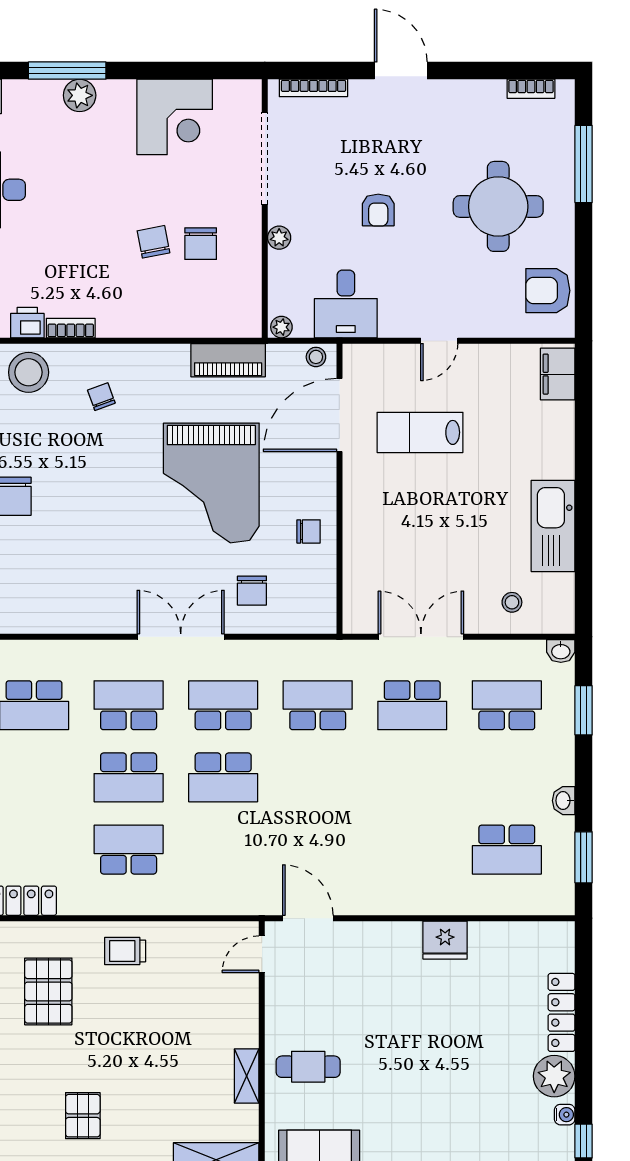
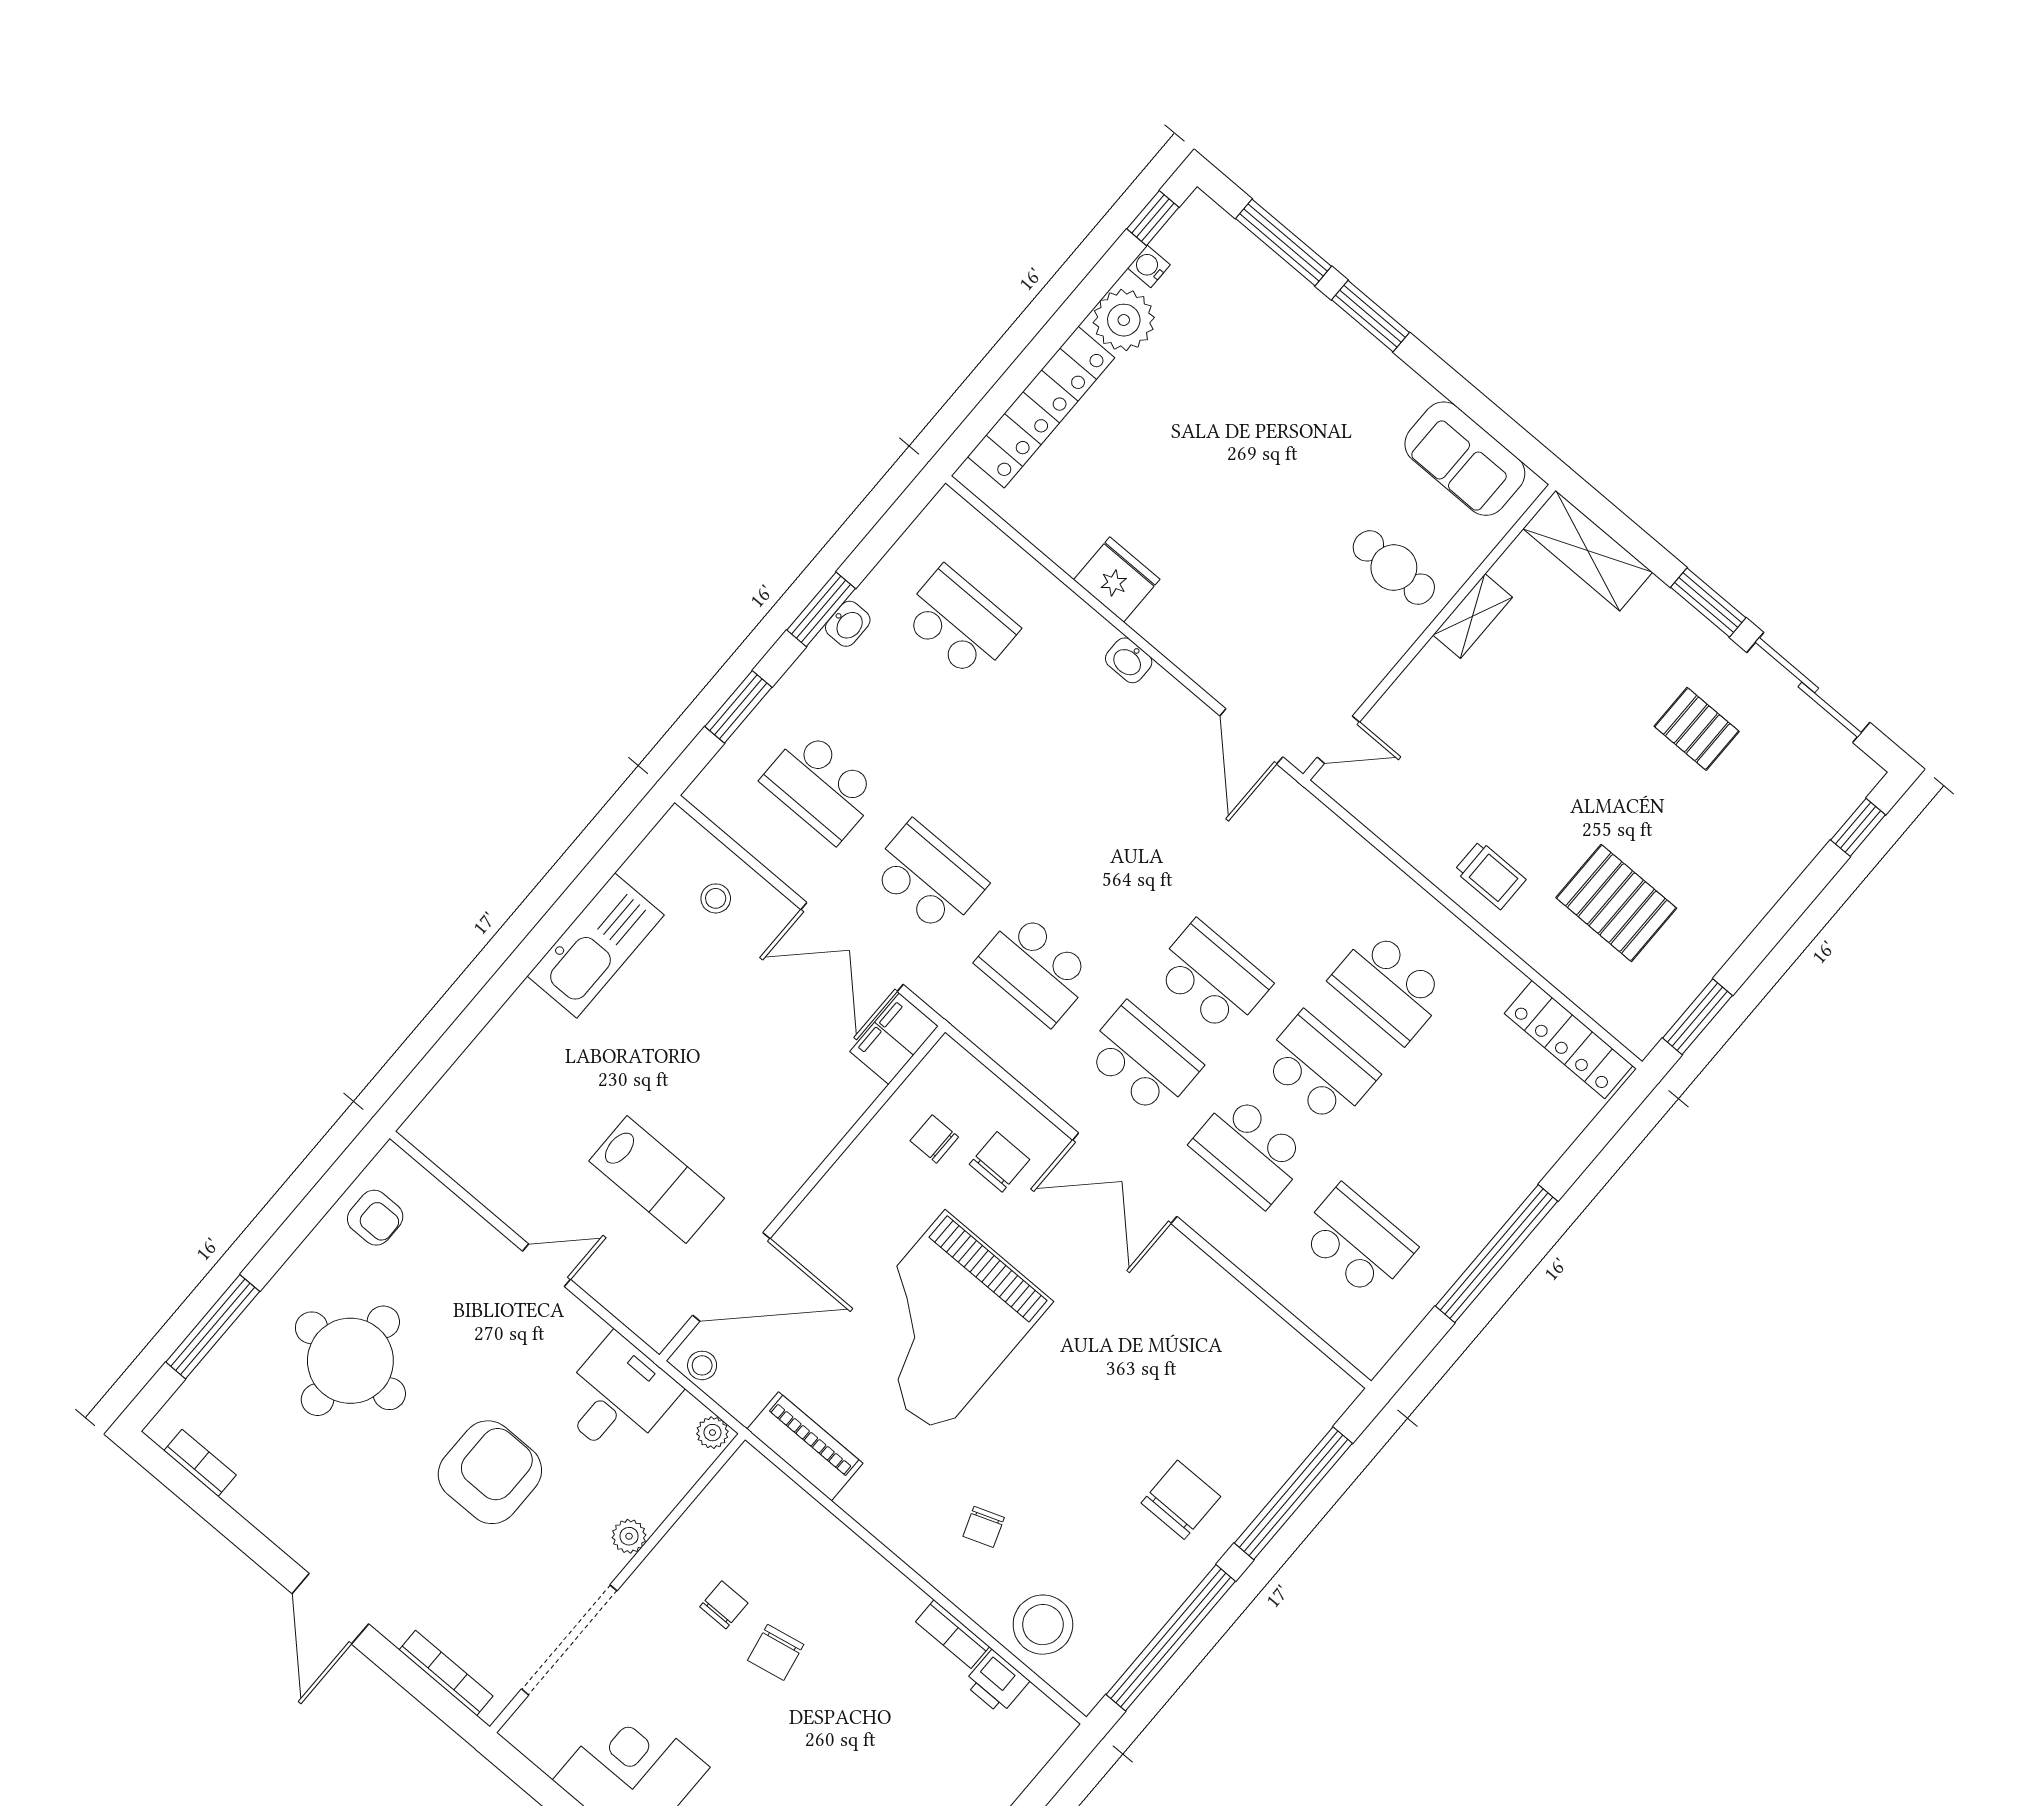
armchair: (378, 210) -> (490, 1472), width x1.88, depth x1.88
chair: (201, 244) -> (724, 1605), width x0.73, depth x0.73
armchair: (548, 291) -> (375, 1218), width x0.72, depth x0.72
filing cabinet: (558, 374) -> (894, 1039), moved, turned 180
grand piano: (211, 483) -> (942, 1323), turned 180
chair: (309, 531) -> (934, 1139), moved
washbasin: (561, 651) -> (1129, 660), moved, turned 180
school desk: (223, 705) -> (1142, 1060), turned 180
window: (584, 857) -> (821, 609), moved
pallet: (48, 991) -> (1616, 903), turned 90
locker: (562, 1012) -> (1041, 407), width x1.41, depth x1.21
pallet: (83, 1116) -> (1697, 729), turned 90

